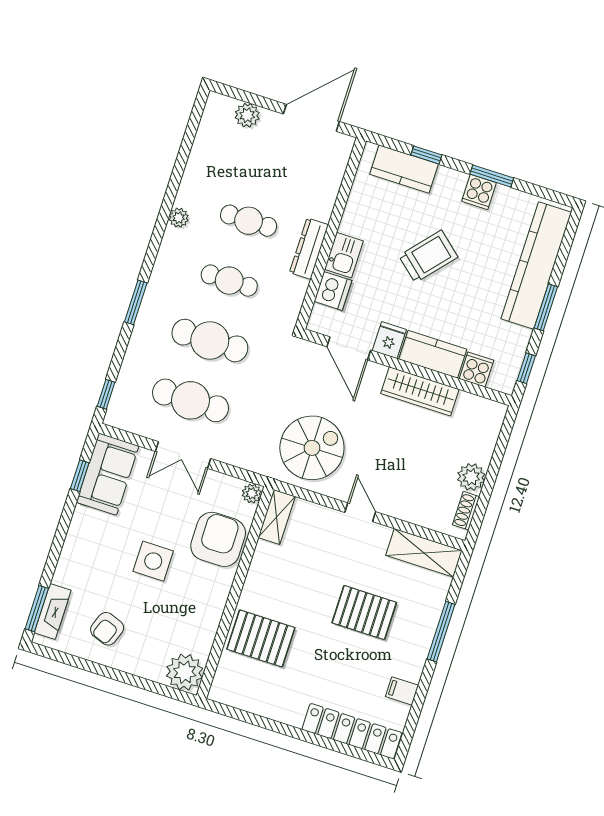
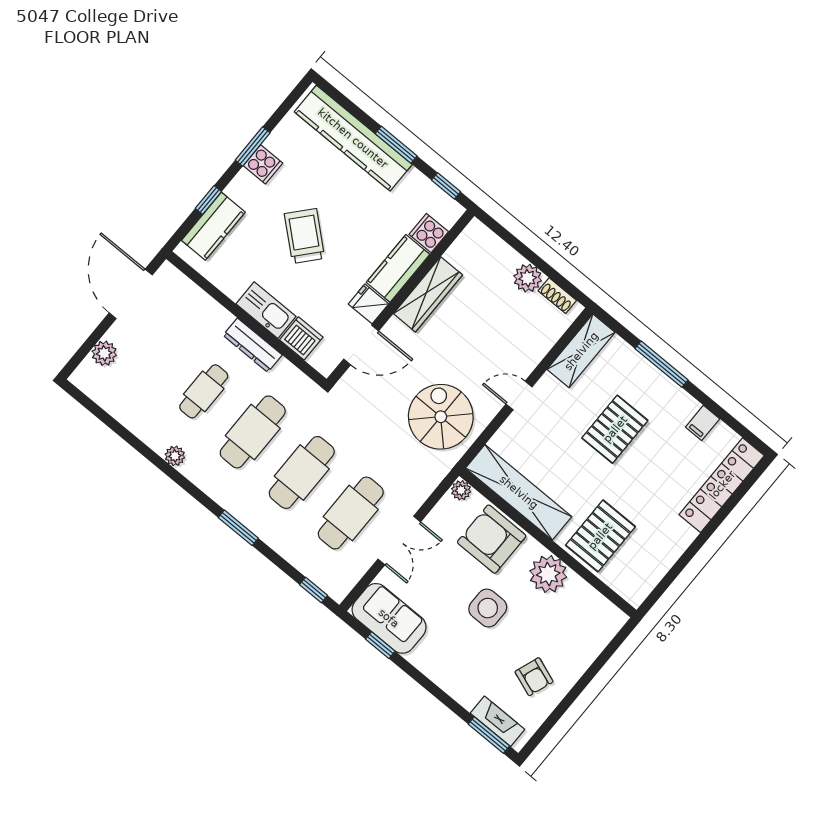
kitchen sink: (344, 255) -> (266, 310), width x1.38
cafe table: (229, 281) -> (253, 432), width x1.37, depth x1.35
shelving: (277, 517) -> (519, 492), width x2.20, depth x1.33
plant: (185, 672) -> (548, 574), moved

